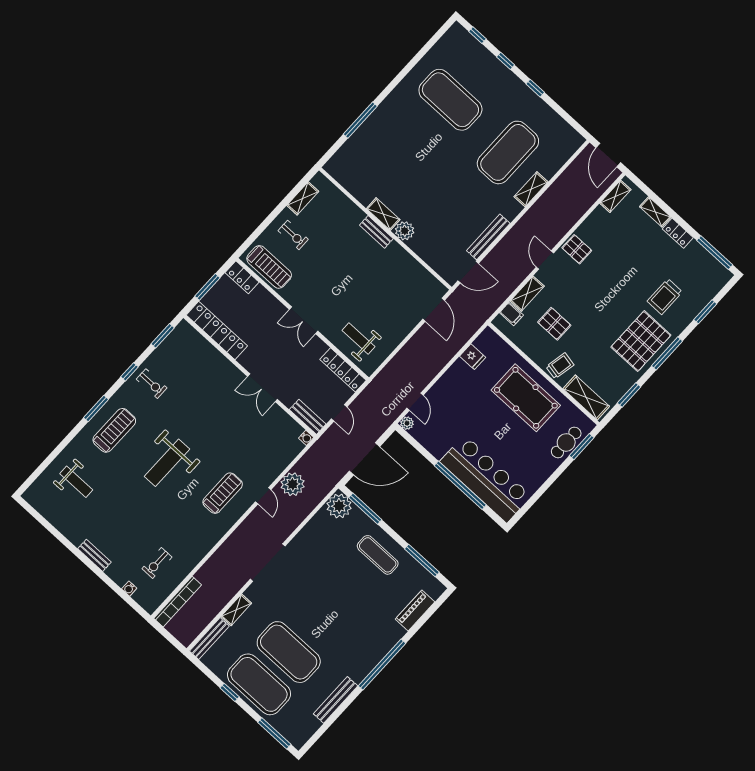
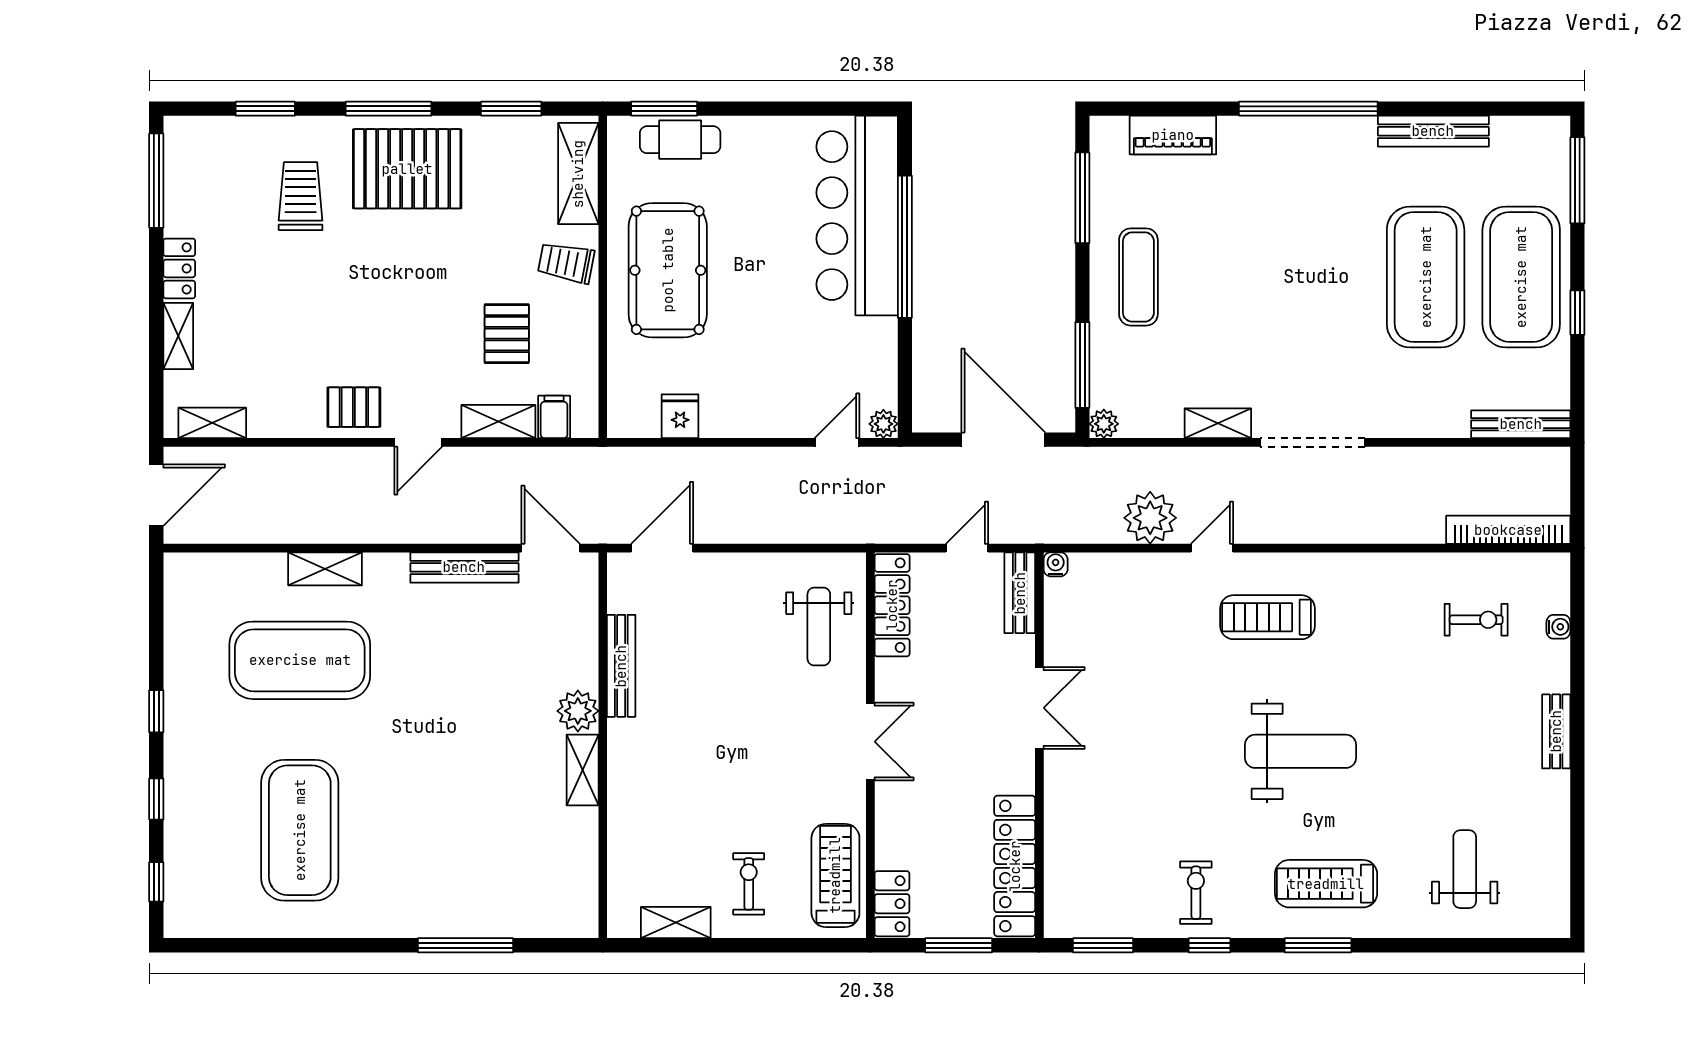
bench: (376, 232) -> (621, 666), moved, width x1.36
pallet: (577, 249) -> (354, 407), turned 90
trolley: (665, 297) -> (301, 196), turned -90
plant: (339, 506) -> (1104, 424), width x0.53, depth x0.53
shelving: (236, 610) -> (1218, 423), moved

